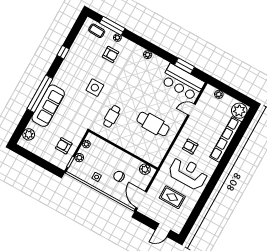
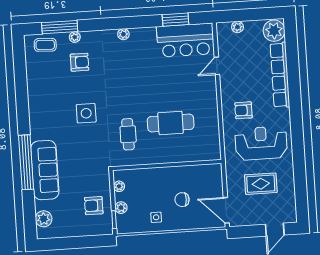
window: (63, 52) -> (22, 96), removed
cafe table: (153, 124) -> (171, 123), moved
plant: (145, 169) -> (207, 171), removed

